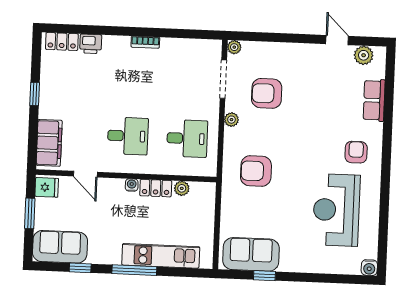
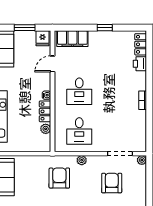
plant: (231, 120) -> (82, 160), moved

